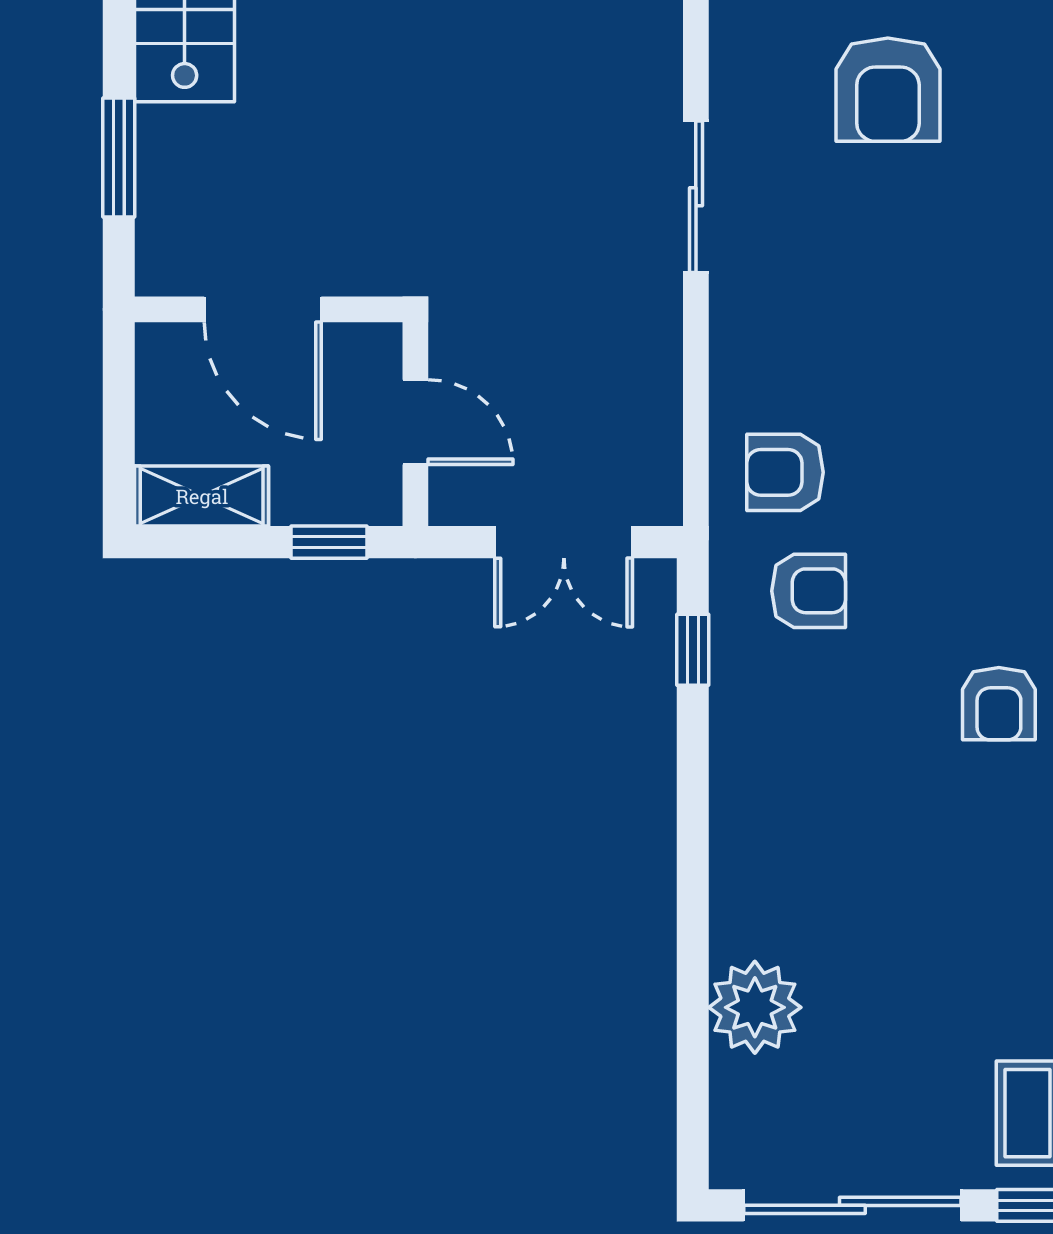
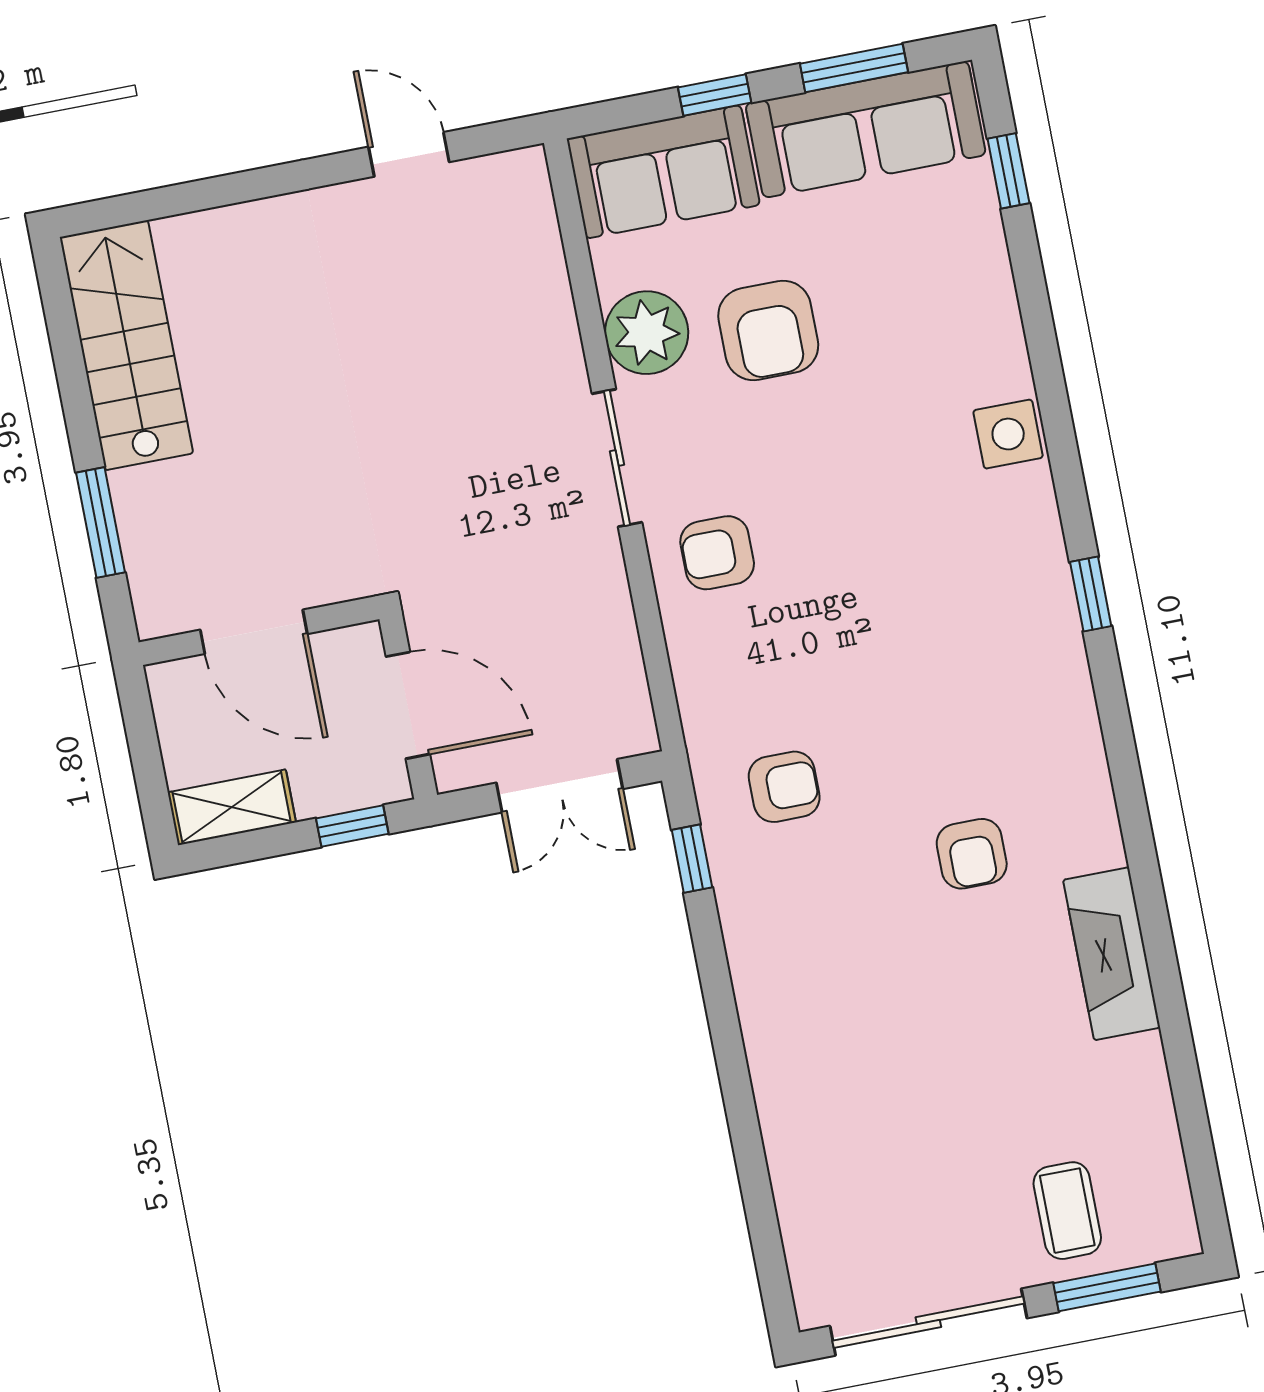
door: (415, 422) -> (408, 705), width x1.38
armchair: (785, 472) -> (717, 553), moved
plant: (755, 1007) -> (647, 333), moved

